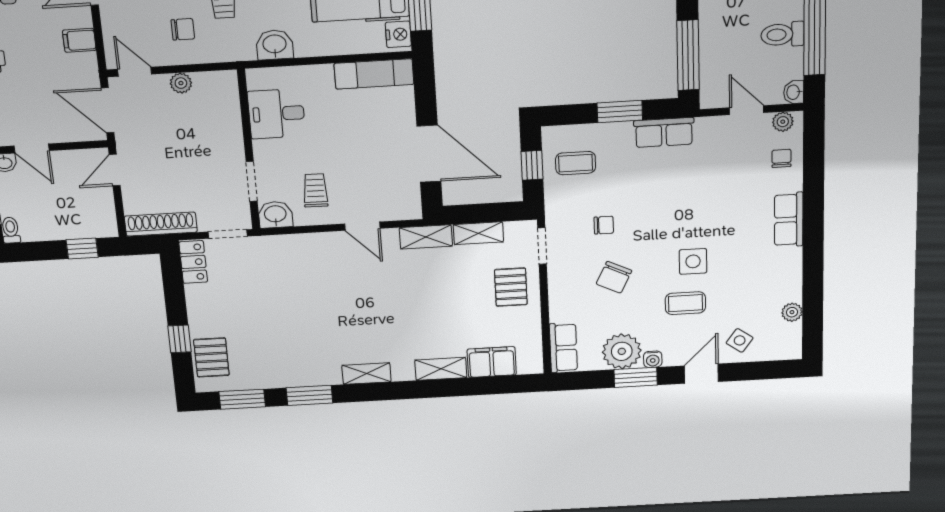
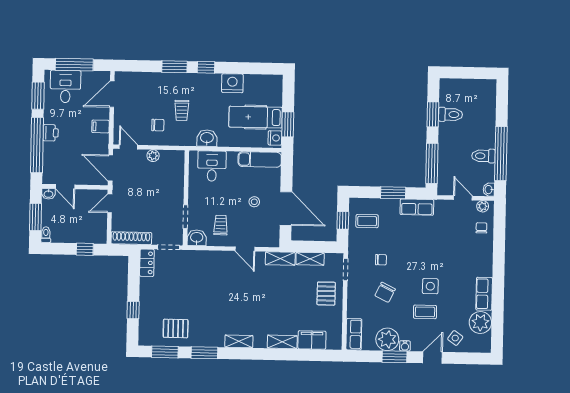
desk: (276, 114) -> (212, 166), moved, turned 90
stool: (371, 147) -> (254, 202), added
row of seats: (789, 220) -> (484, 294), moved
plant: (792, 312) -> (480, 322), width x1.88, depth x1.88
pallet: (211, 357) -> (176, 328), moved, turned 90

